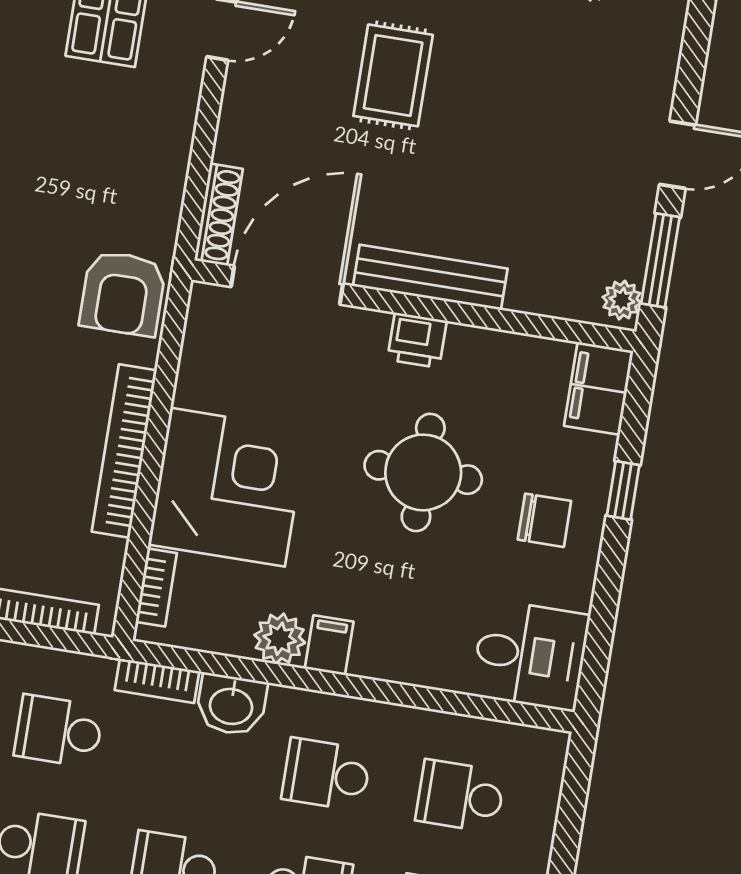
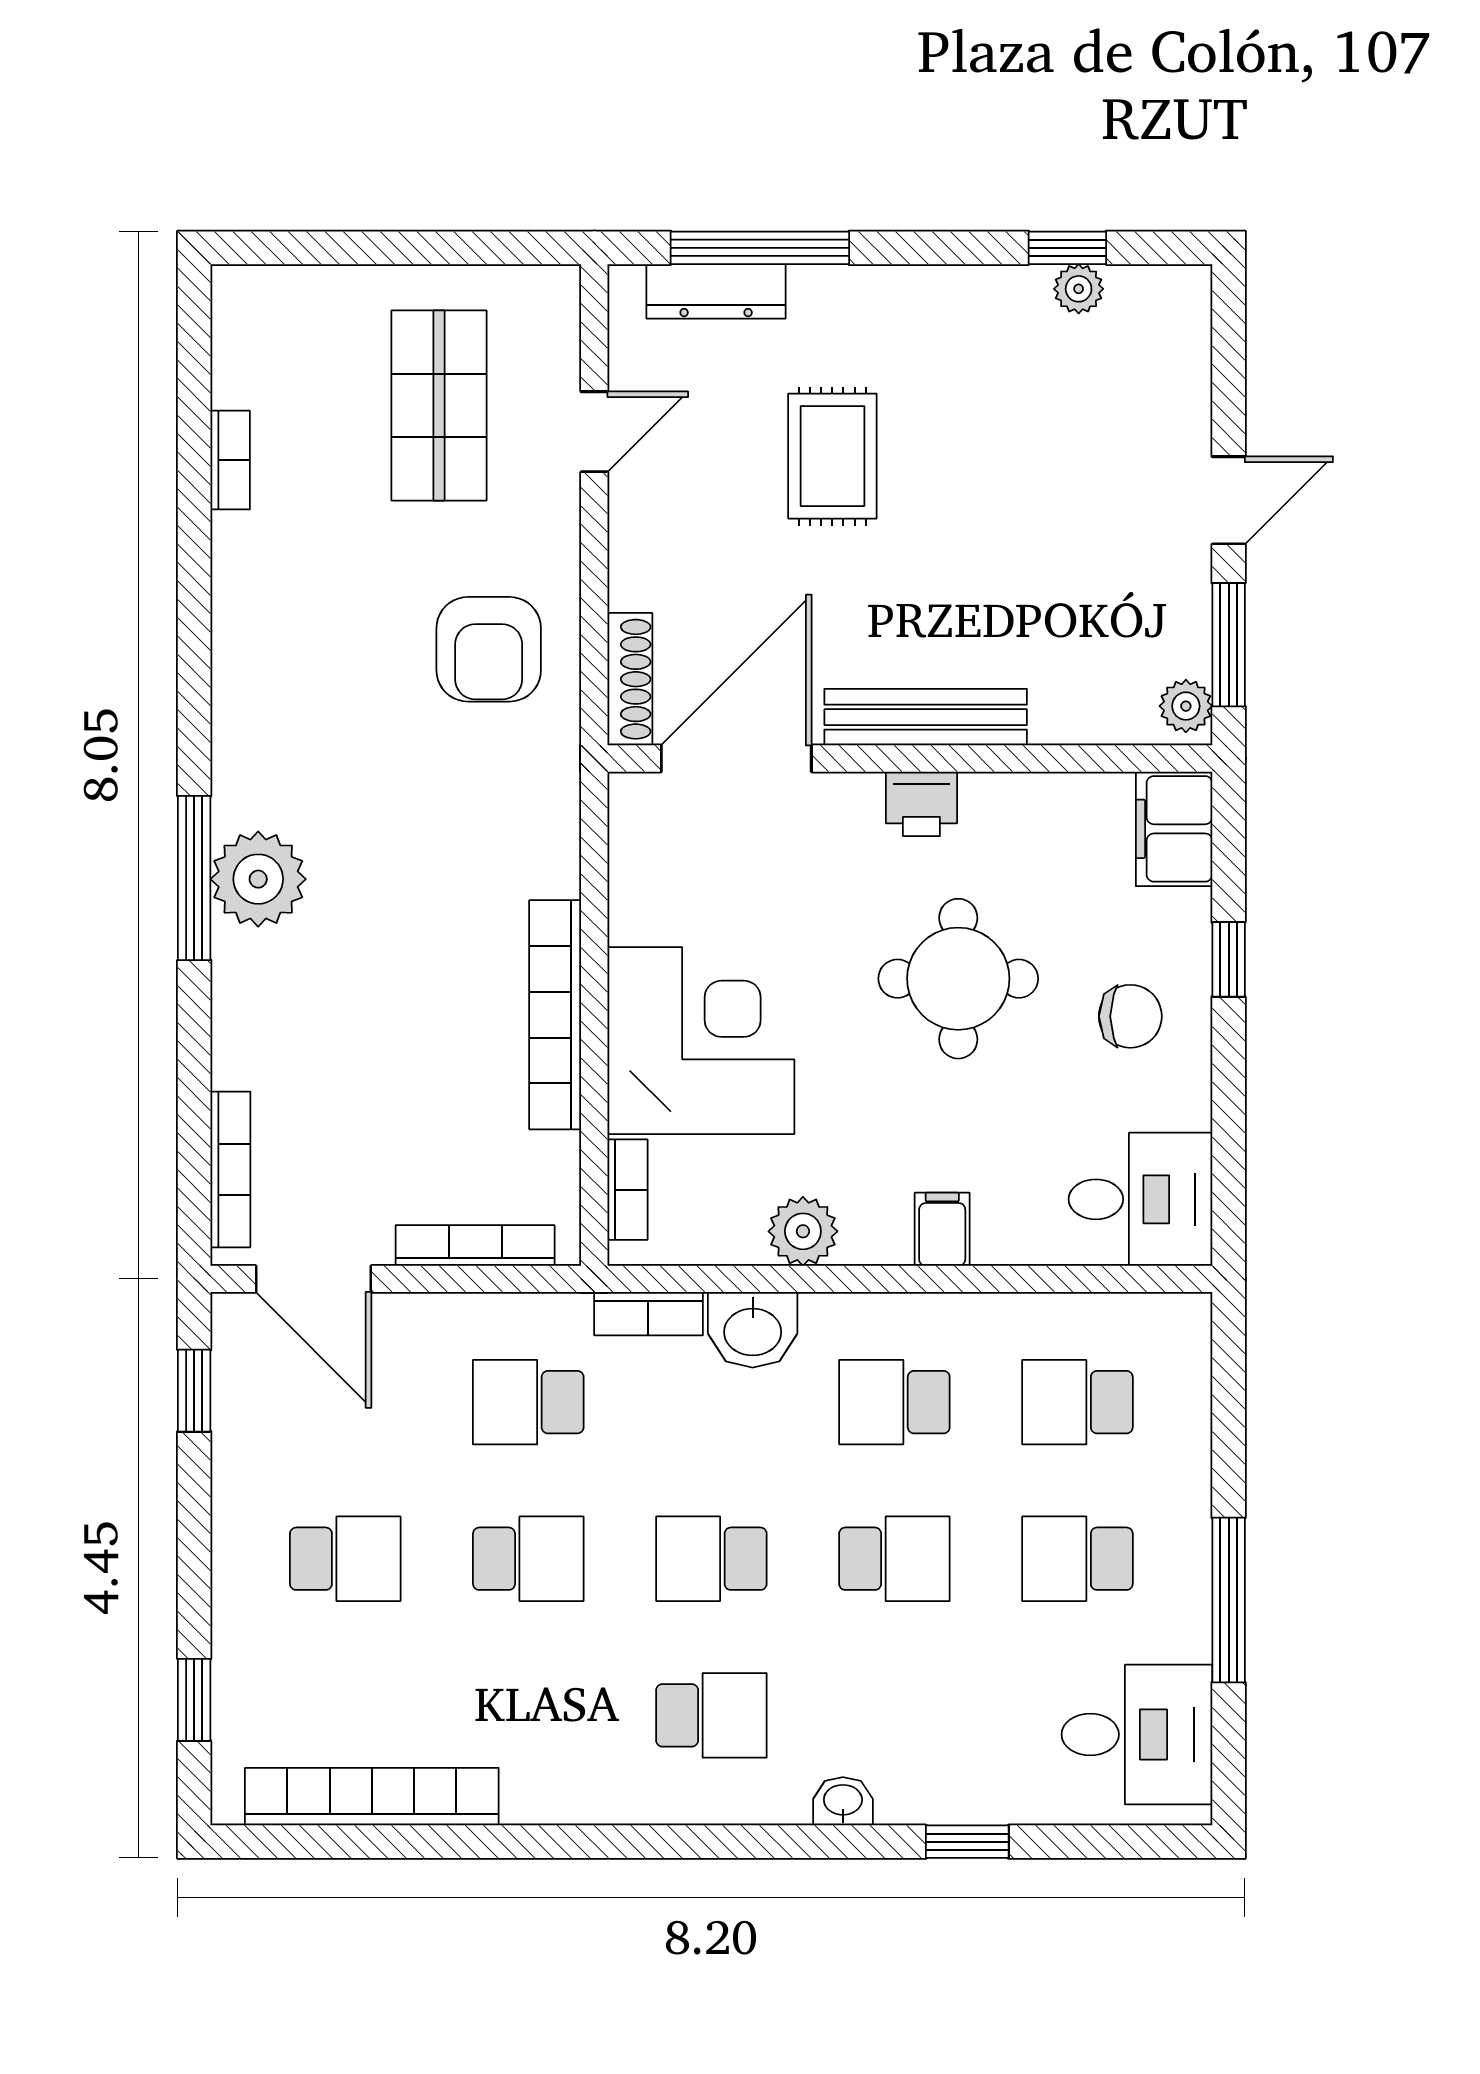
armchair: (123, 293) -> (489, 649), moved
filing cabinet: (329, 645) -> (942, 1229), moved

